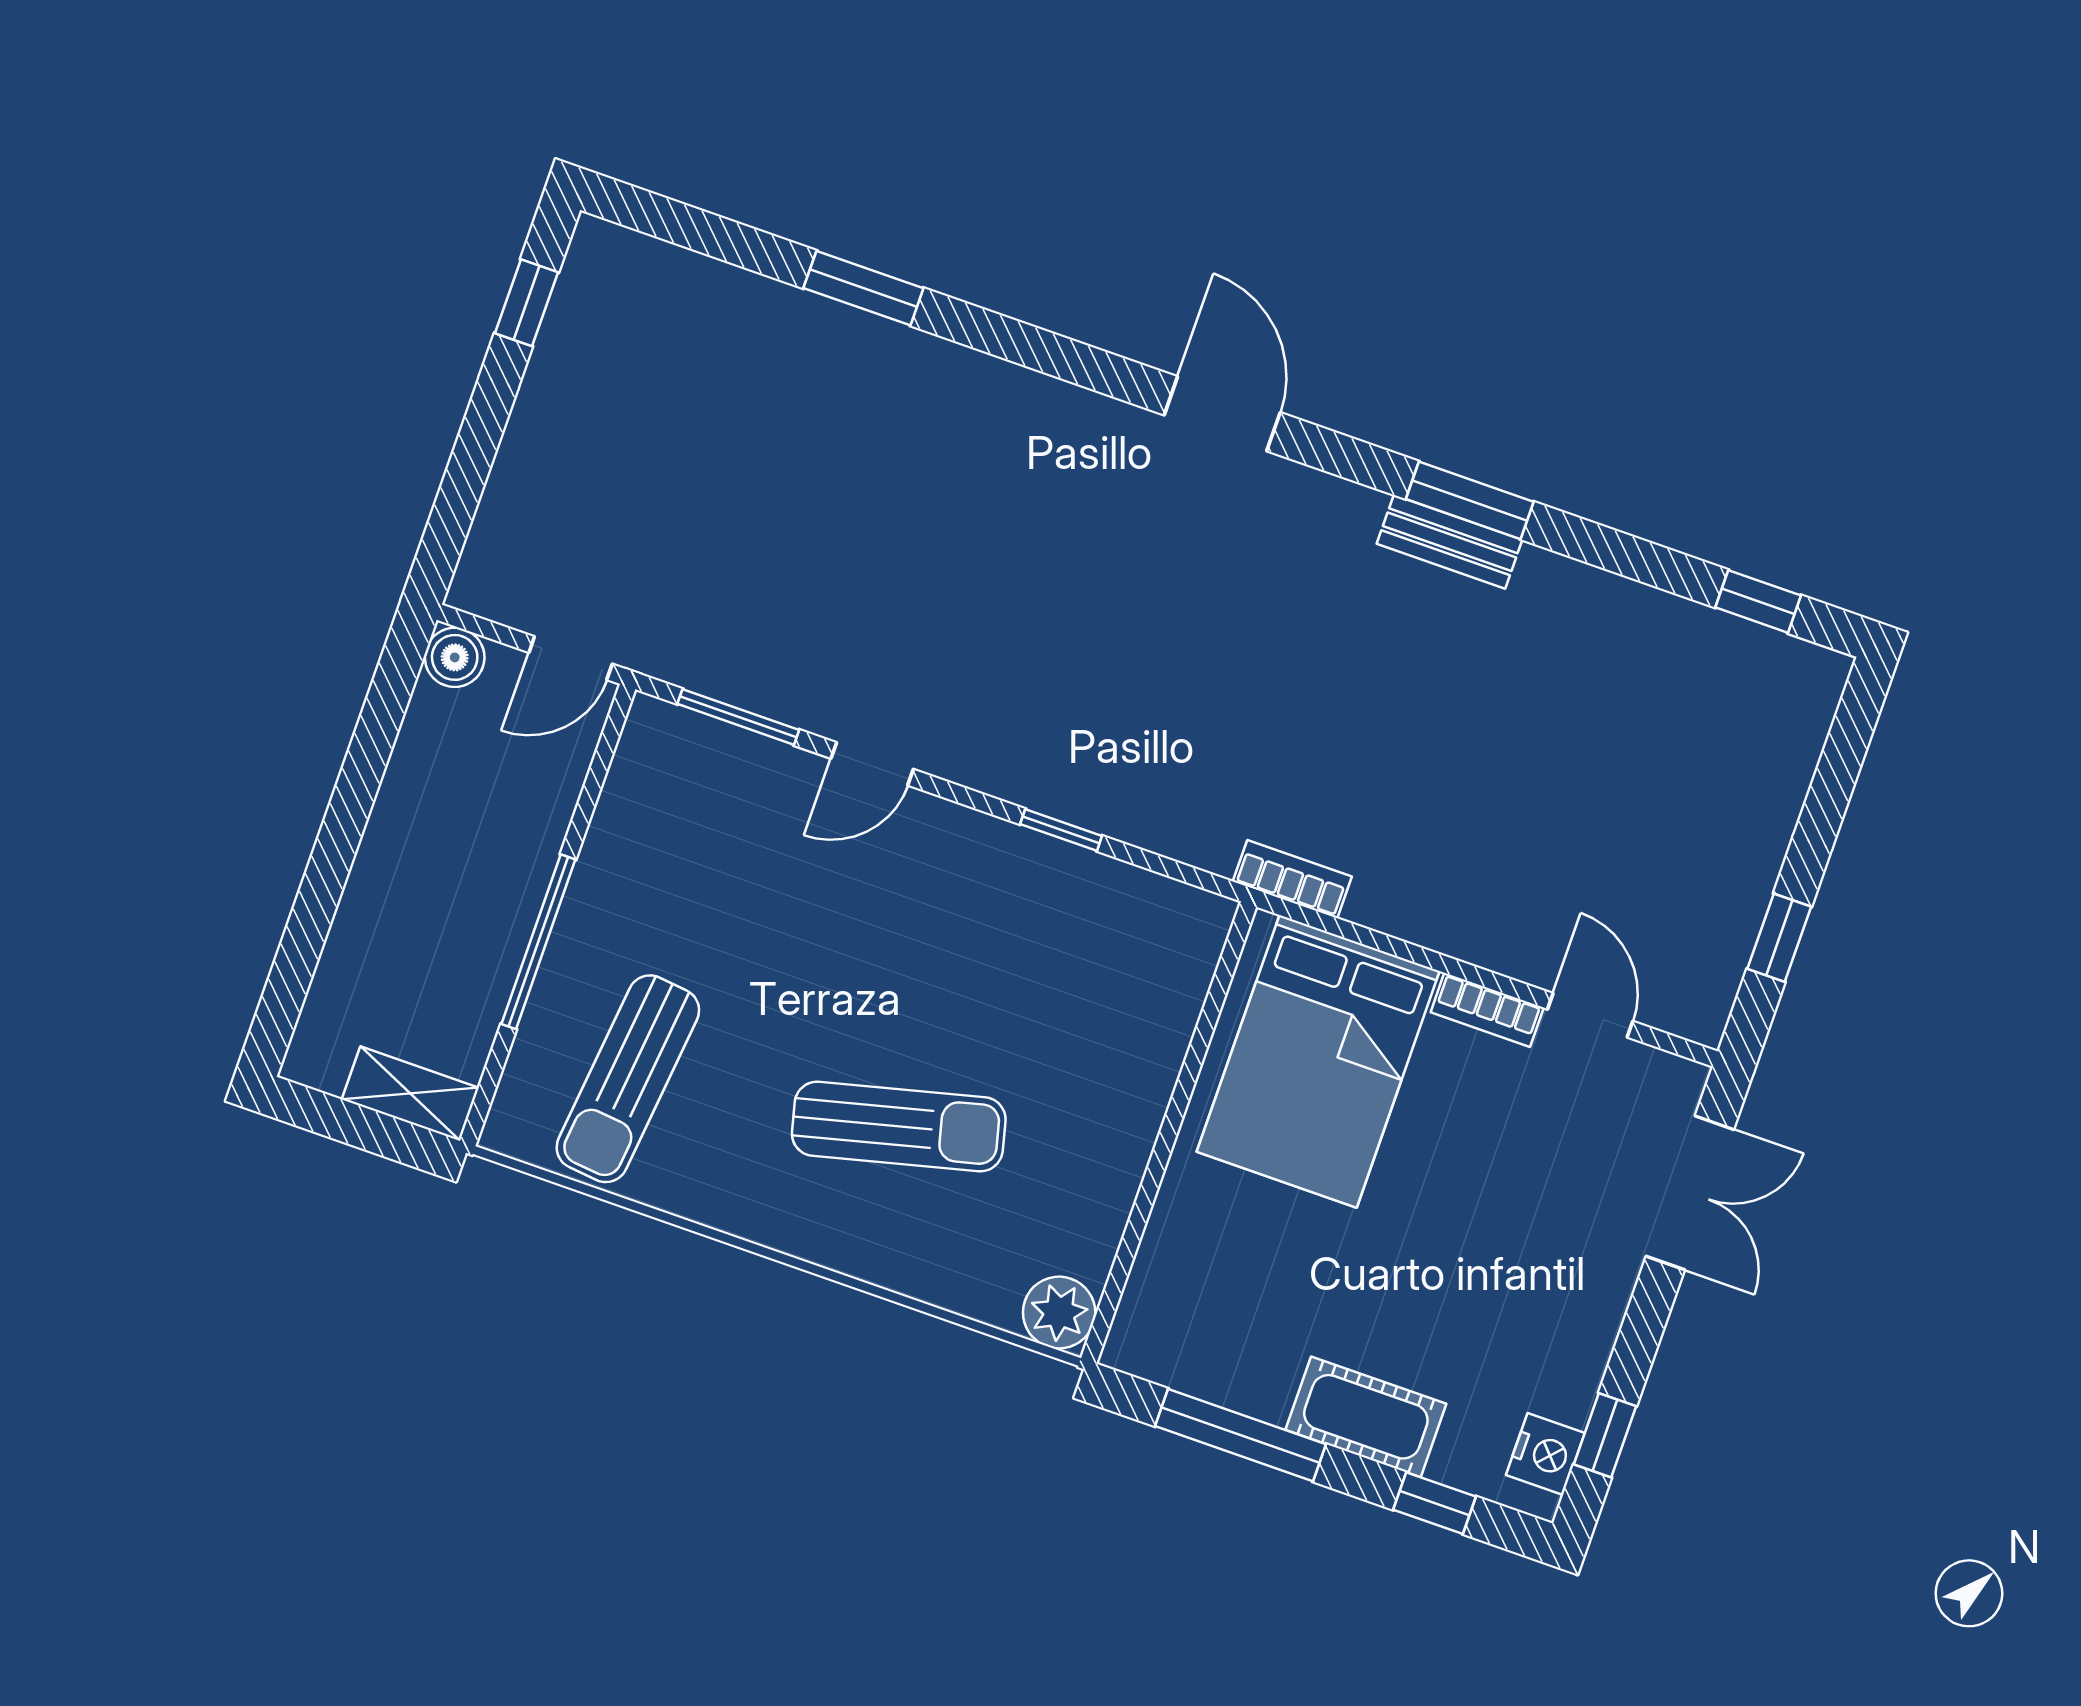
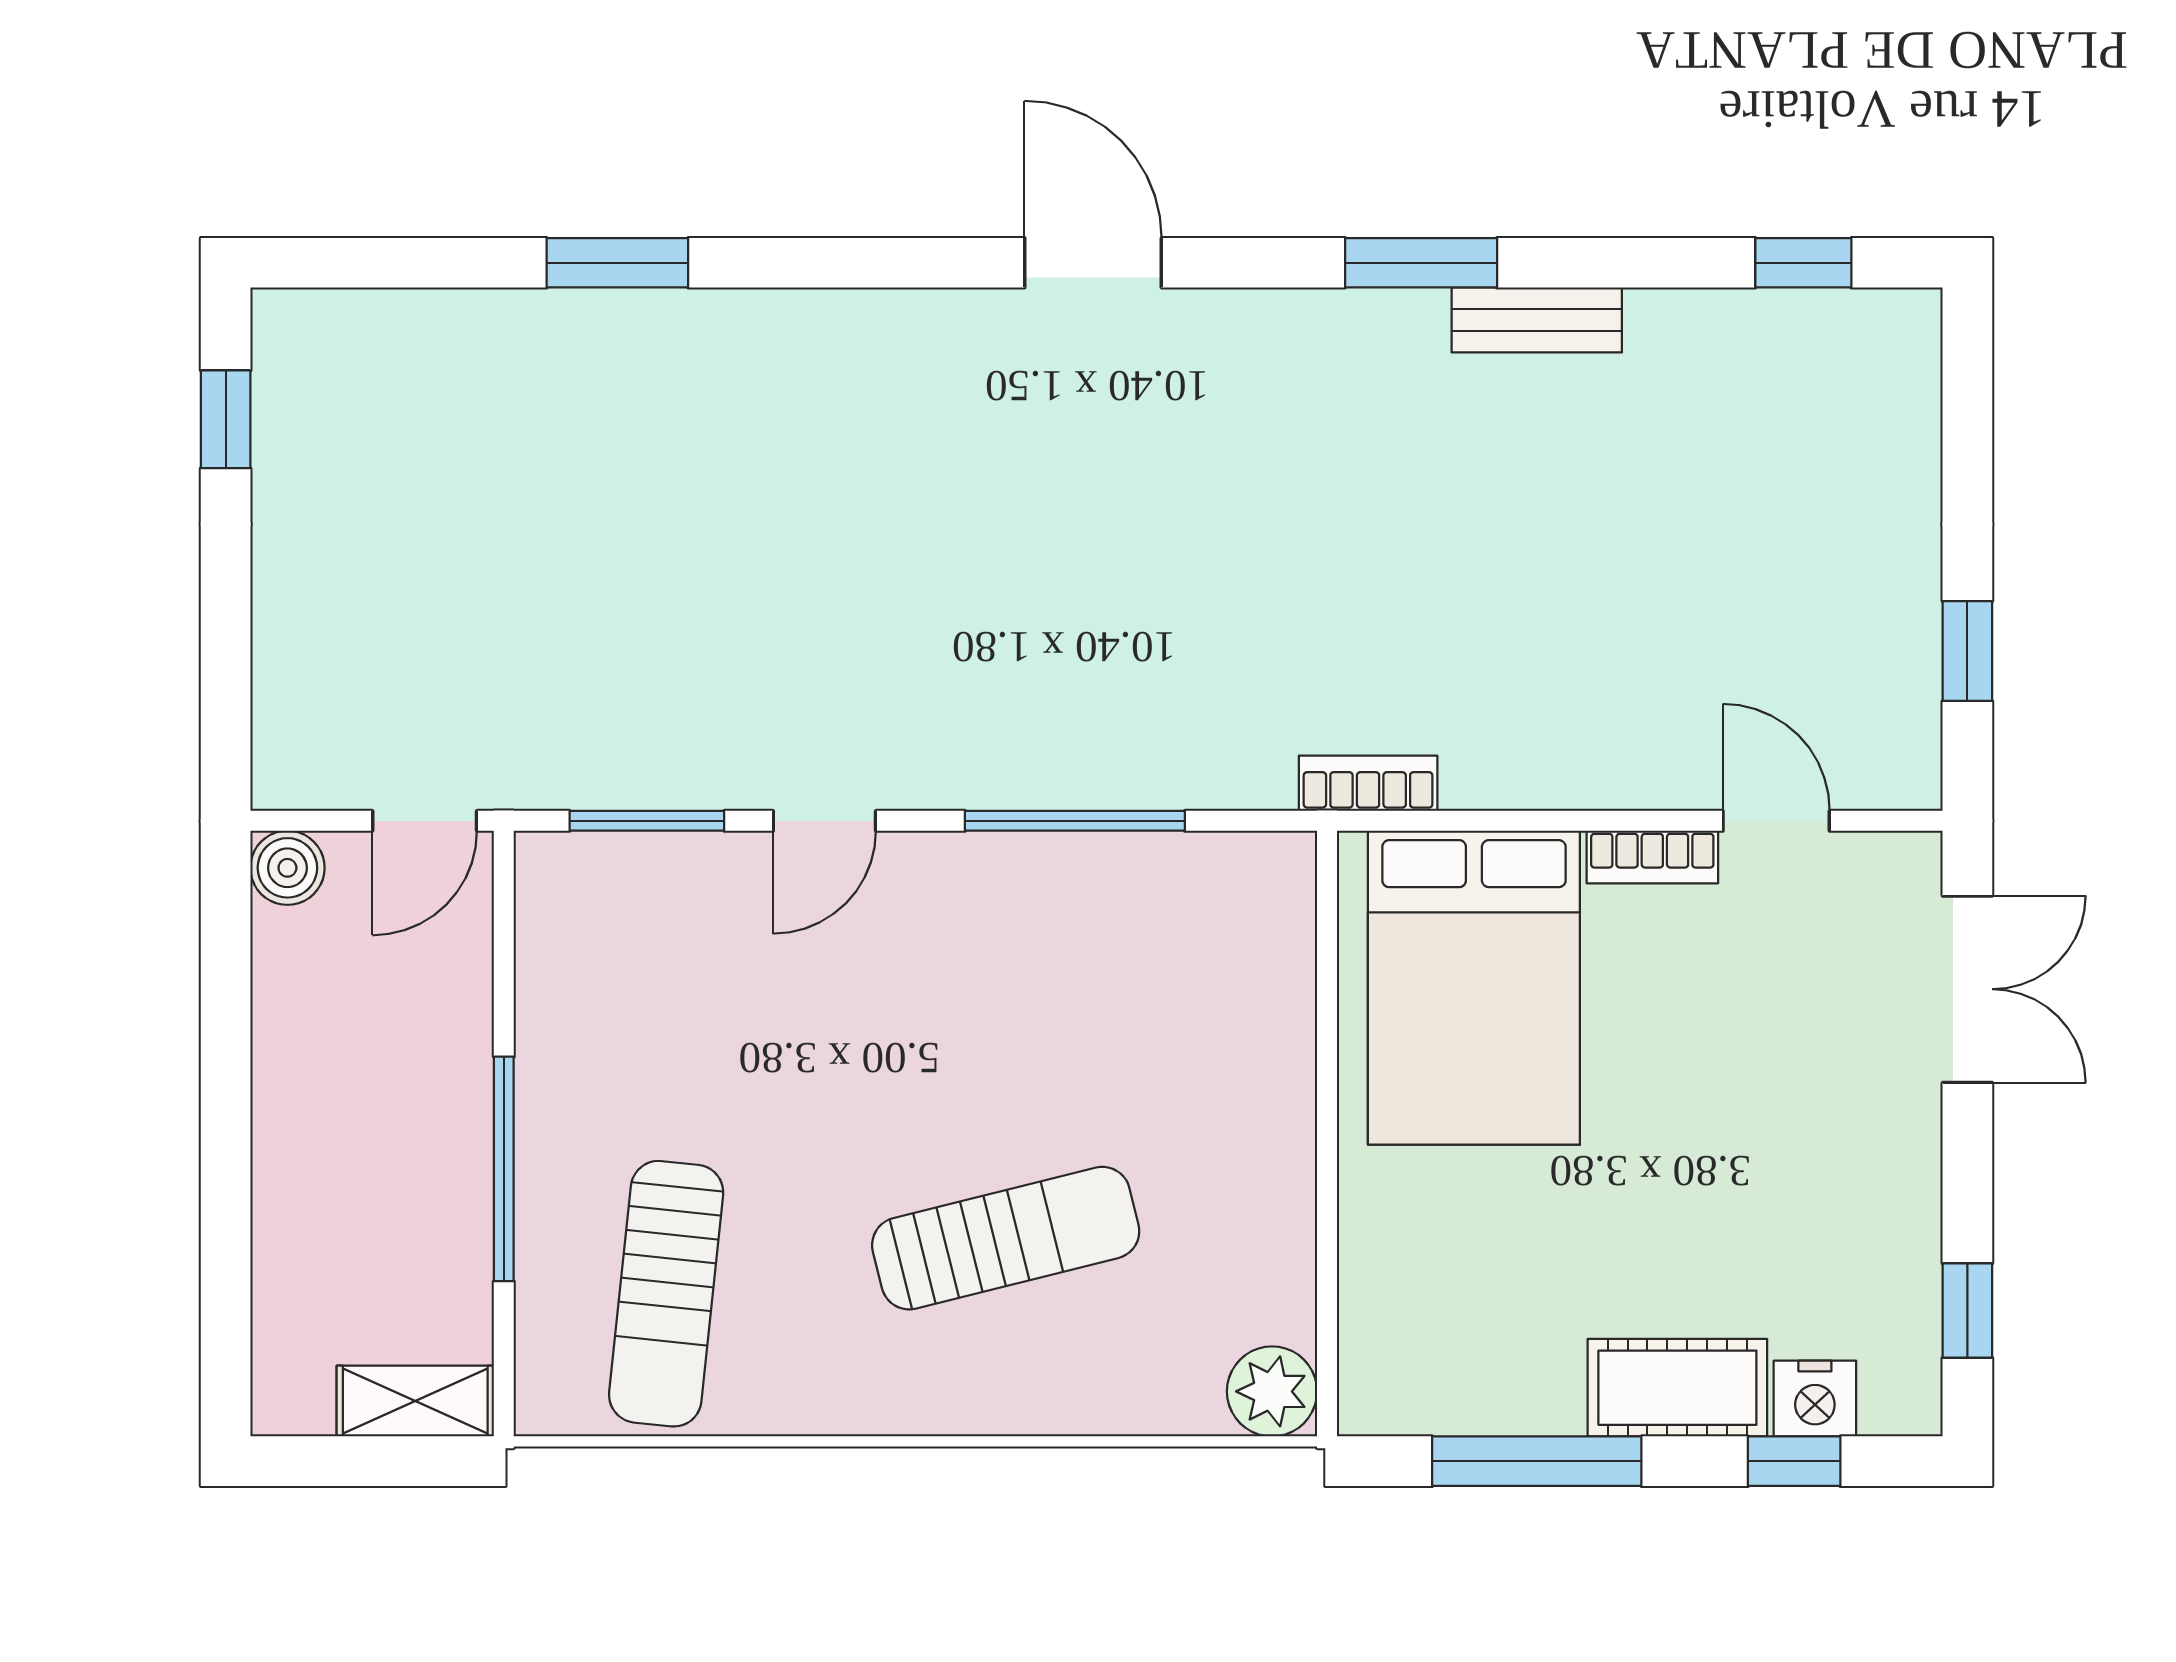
bench: (1449, 542) -> (1537, 320), moved
window: (1061, 830) -> (1075, 821), width x2.17
nightstand: (1545, 1454) -> (1815, 1399), moved, turned 90

